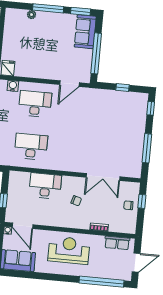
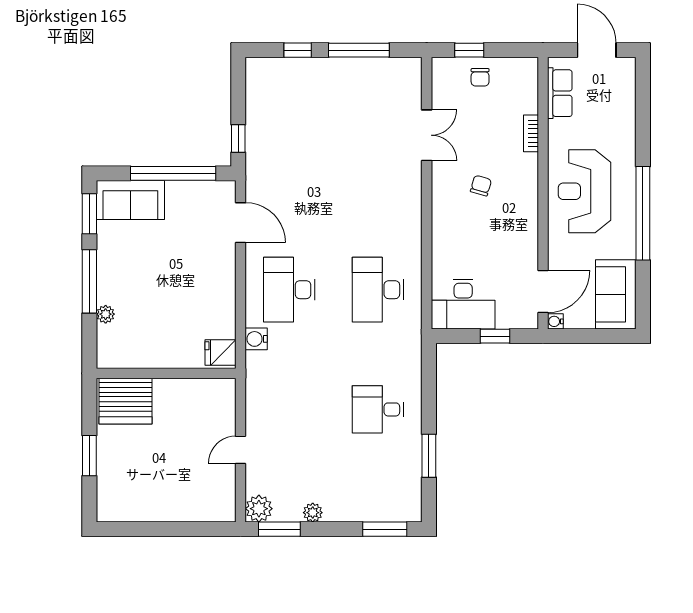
window: (122, 87) -> (238, 138), moved
window: (151, 108) -> (298, 50), moved
double door: (103, 177) -> (427, 135), width x0.73
desk: (45, 186) -> (463, 304), moved, turned -90
window: (101, 282) -> (643, 213), moved

